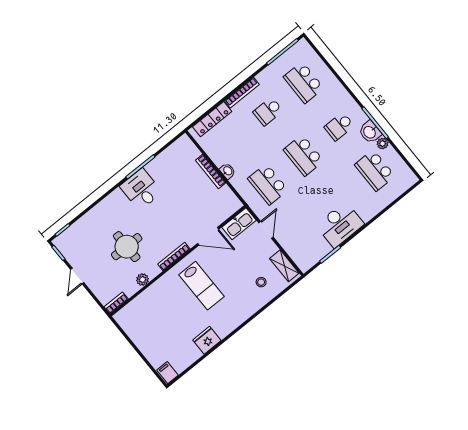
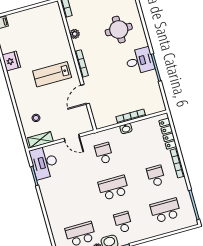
school desk: (268, 184) -> (104, 153), width x0.54
kitchen sink: (239, 224) -> (85, 120), removed
desk: (340, 225) -> (44, 162), moved
round table: (127, 247) -> (119, 30), moved

